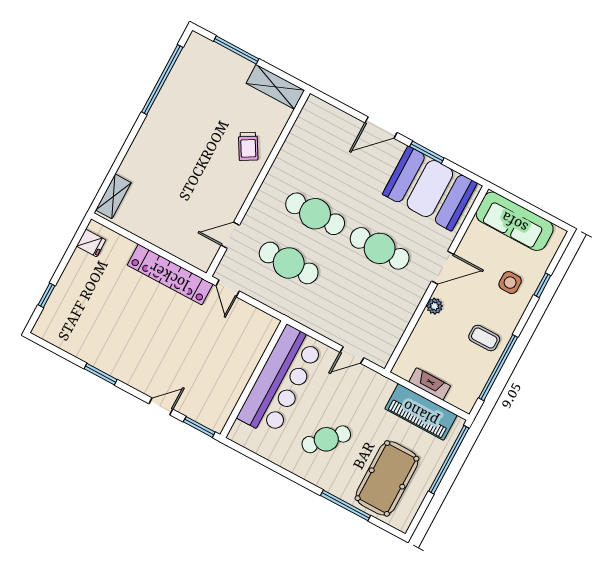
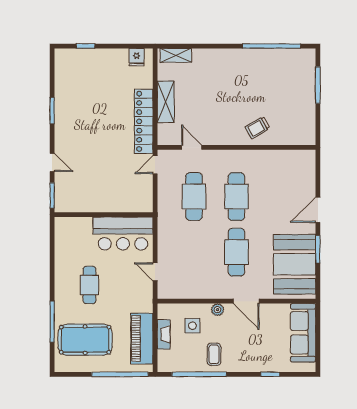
shelving: (275, 87) -> (166, 102), moved
door: (381, 128) -> (318, 210), hinge flipped
side table: (510, 283) -> (192, 326), moved
bar counter: (281, 381) -> (123, 233), width x0.73
cafe table: (326, 439) -> (89, 285), turned 46

